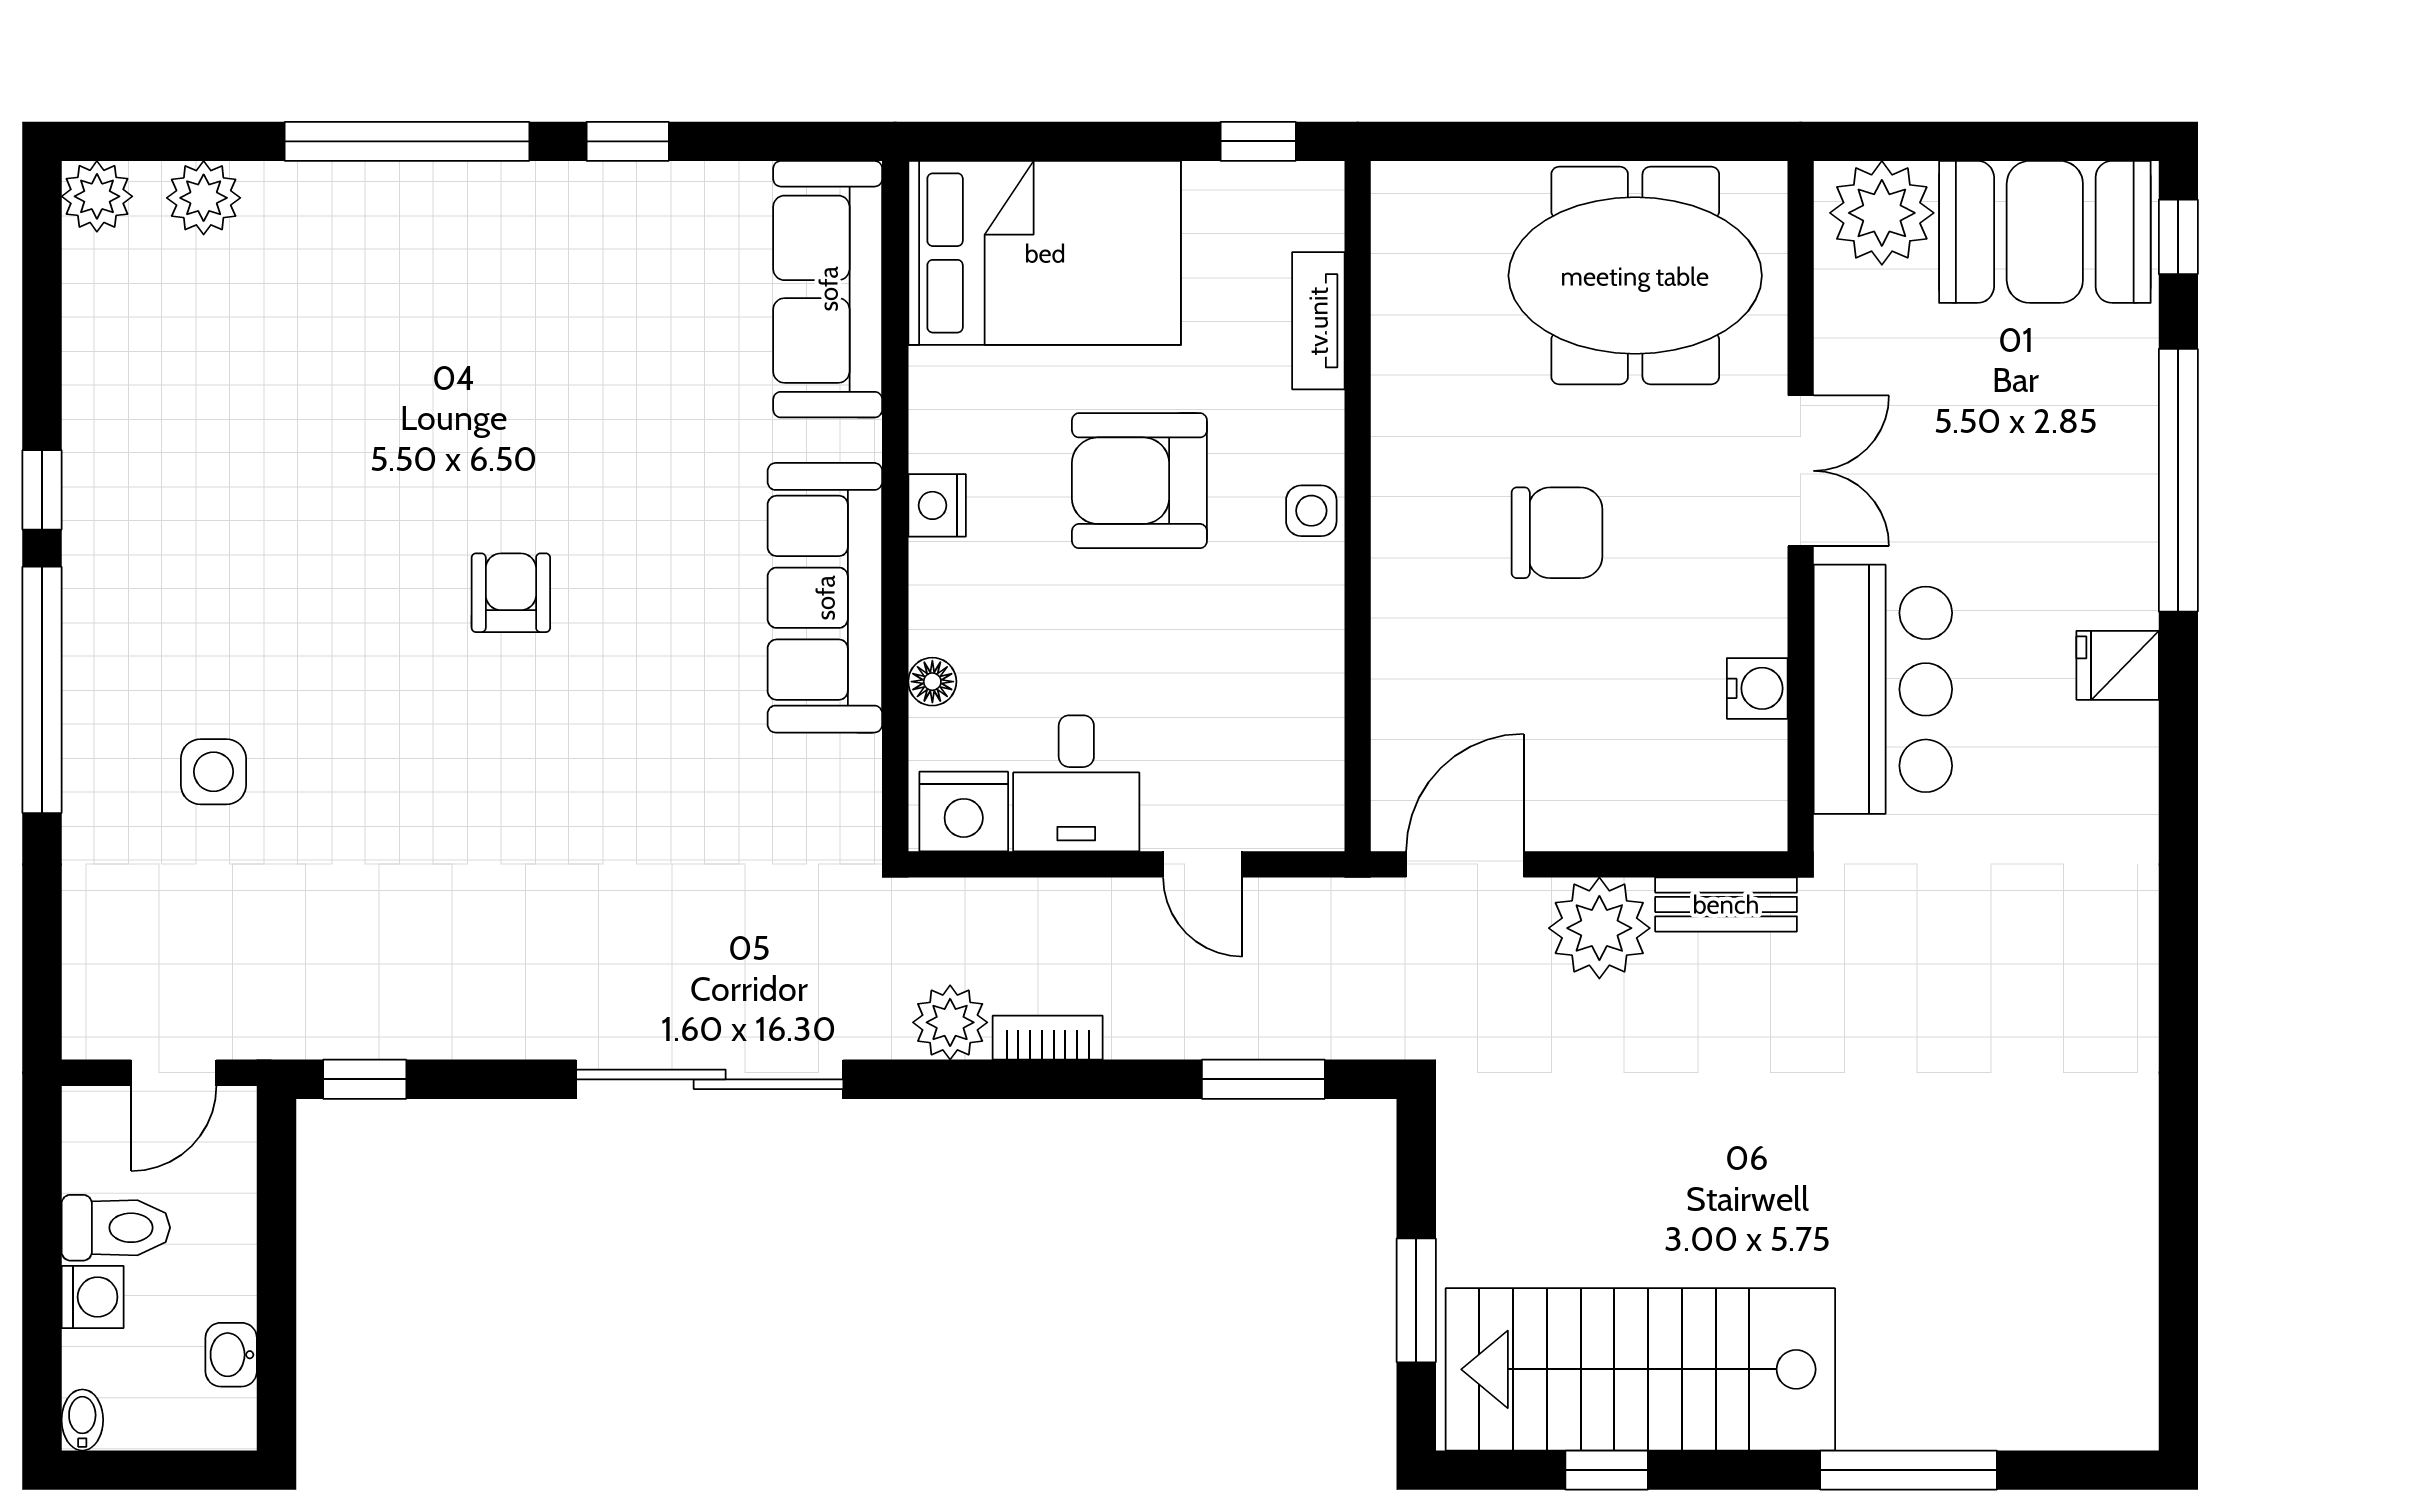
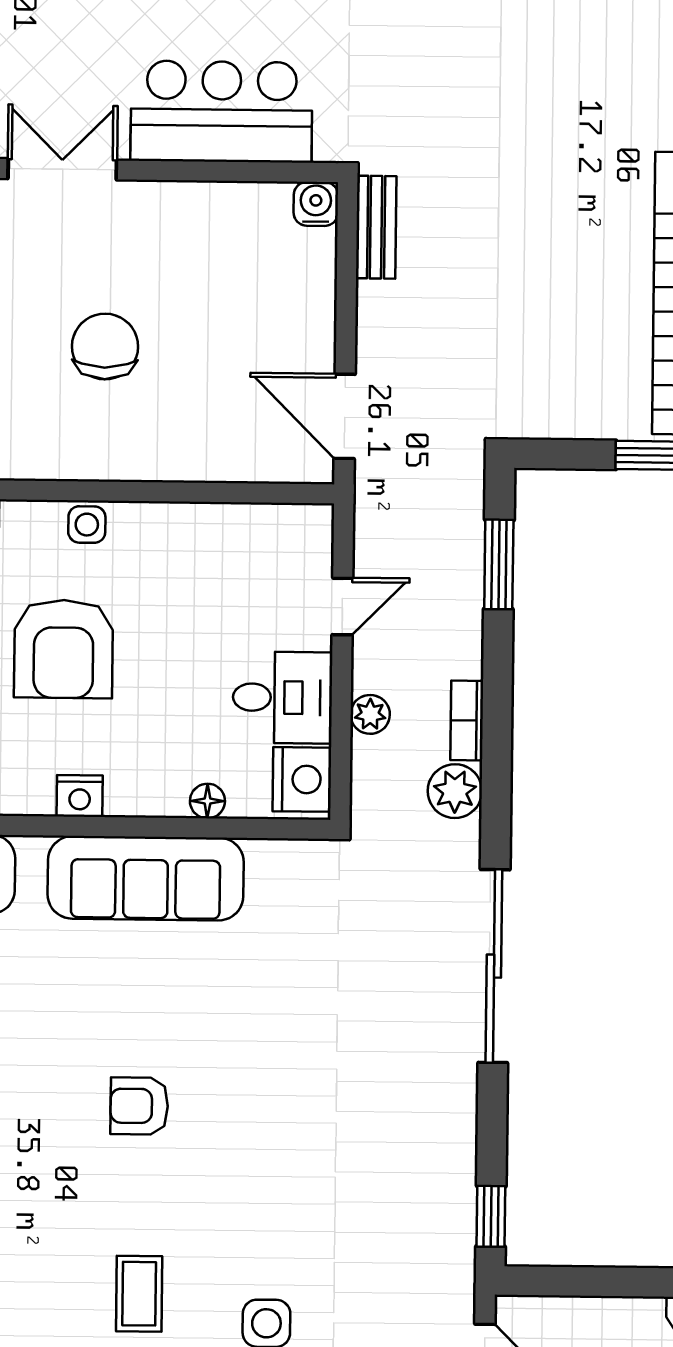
coffee table: (252, 596) -> (139, 1294), added
water cooler: (1757, 688) -> (316, 204), moved
plant: (1599, 928) -> (370, 714), moved, width x0.53, depth x0.53

